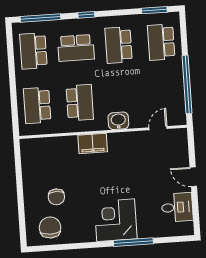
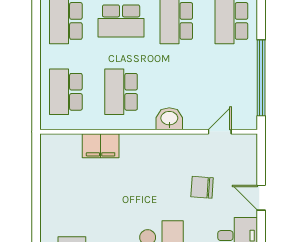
school desk: (80, 103) -> (121, 92), turned 180
filing cabinet: (93, 144) -> (101, 146), moved
chair: (56, 197) -> (202, 187), moved, turned 95

